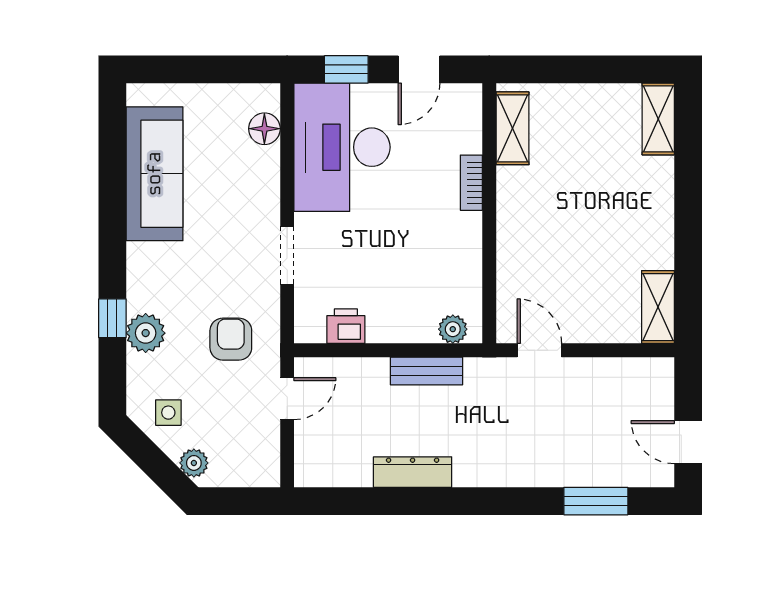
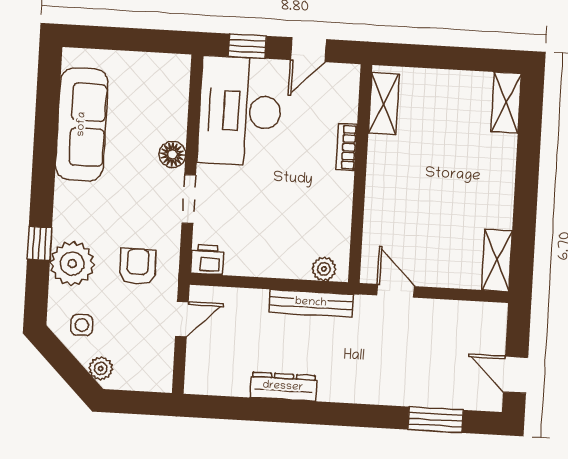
floor lamp: (264, 129) -> (172, 154), moved
printer: (346, 326) -> (207, 260), moved
plant: (146, 333) -> (72, 264), width x1.36, depth x1.36
bench: (426, 371) -> (311, 303), width x1.36

